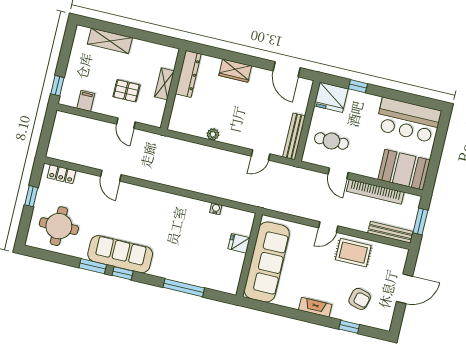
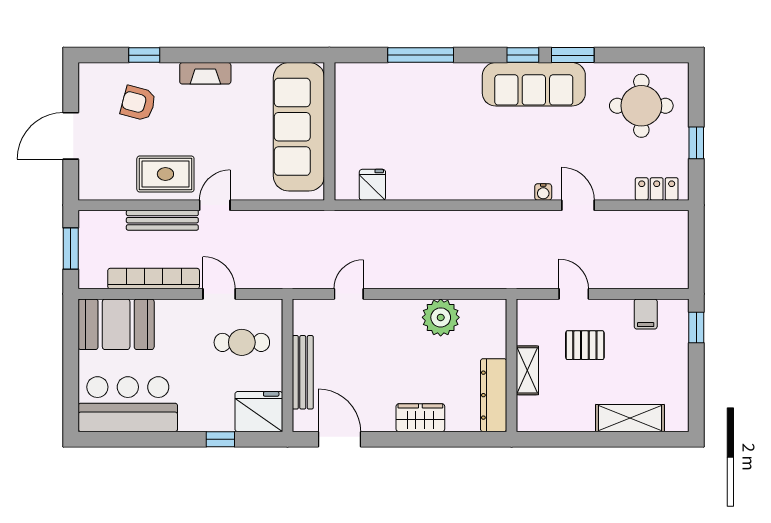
plant: (213, 134) -> (441, 317), width x1.87, depth x1.87
bench: (294, 136) -> (303, 372), moved
water cooler: (216, 209) -> (543, 192), moved
bench: (391, 232) -> (162, 220), moved
fridge: (239, 243) -> (372, 185), moved, turned -90

